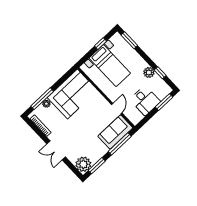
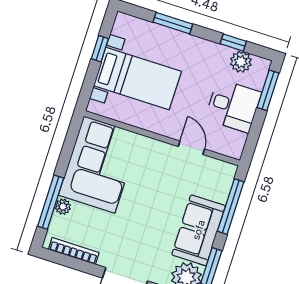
window: (129, 40) -> (173, 23), moved
plant: (149, 72) -> (241, 62), moved
sofa: (115, 132) -> (199, 230), moved

